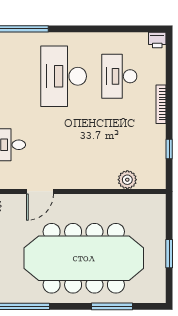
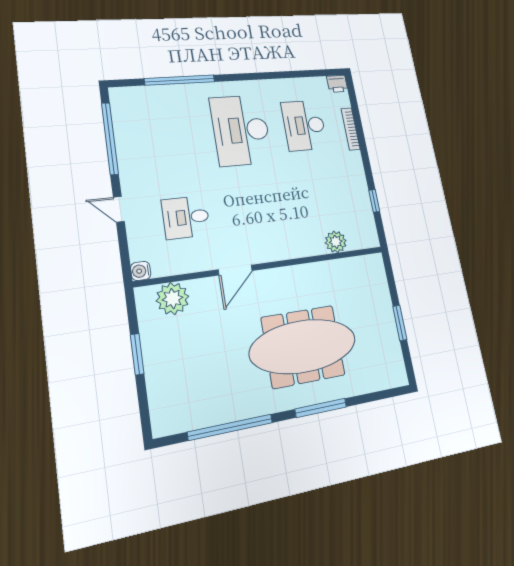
bookcase: (161, 104) -> (351, 129), moved
meeting table: (84, 258) -> (303, 346), width x0.73, depth x0.79
window: (112, 306) -> (321, 408), moved

